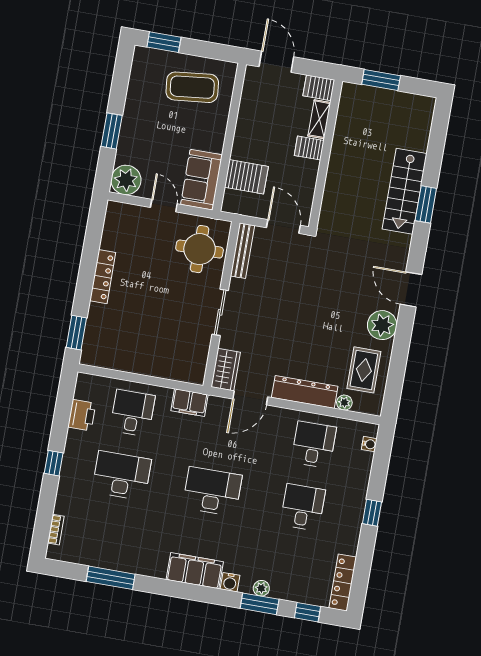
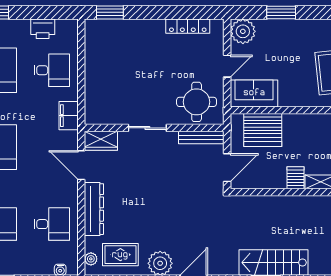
server rack: (246, 177) -> (263, 130), width x1.60
locker: (103, 277) -> (188, 26), moved
plant: (344, 403) -> (91, 259), moved

